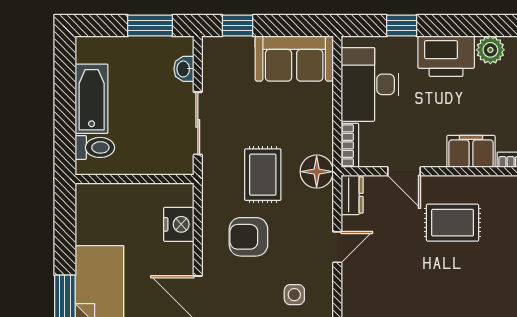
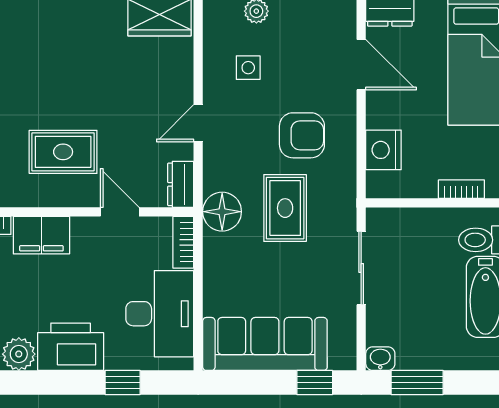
sofa: (294, 59) -> (265, 344), width x1.36
washbasin: (184, 69) -> (380, 359), moved, turned -90
bookcase: (112, 191) -> (461, 189), added

